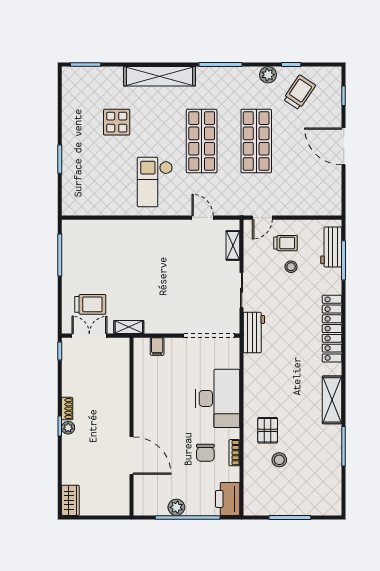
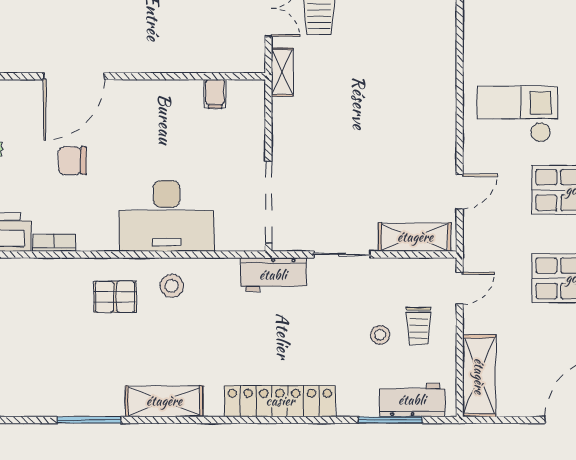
shelving: (316, 206) -> (479, 376), added
door: (262, 218) -> (460, 288), swing flipped
shelving: (233, 245) -> (415, 237), width x1.50, depth x1.33
filing cabinet: (157, 346) -> (215, 94), moved, turned -90
chair: (205, 453) -> (72, 161), moved
bookcase: (234, 453) -> (54, 243), moved
stool: (279, 460) -> (172, 286), moved

